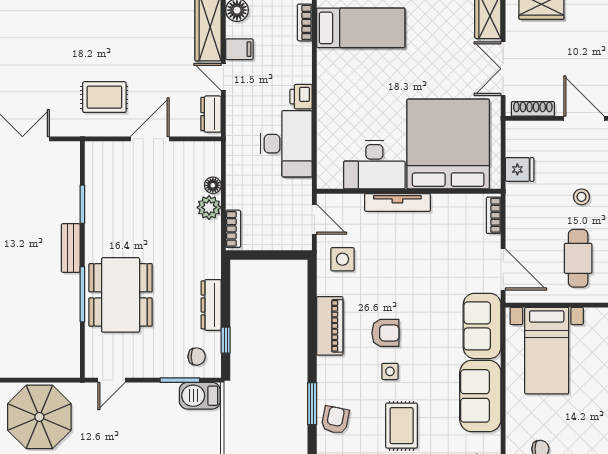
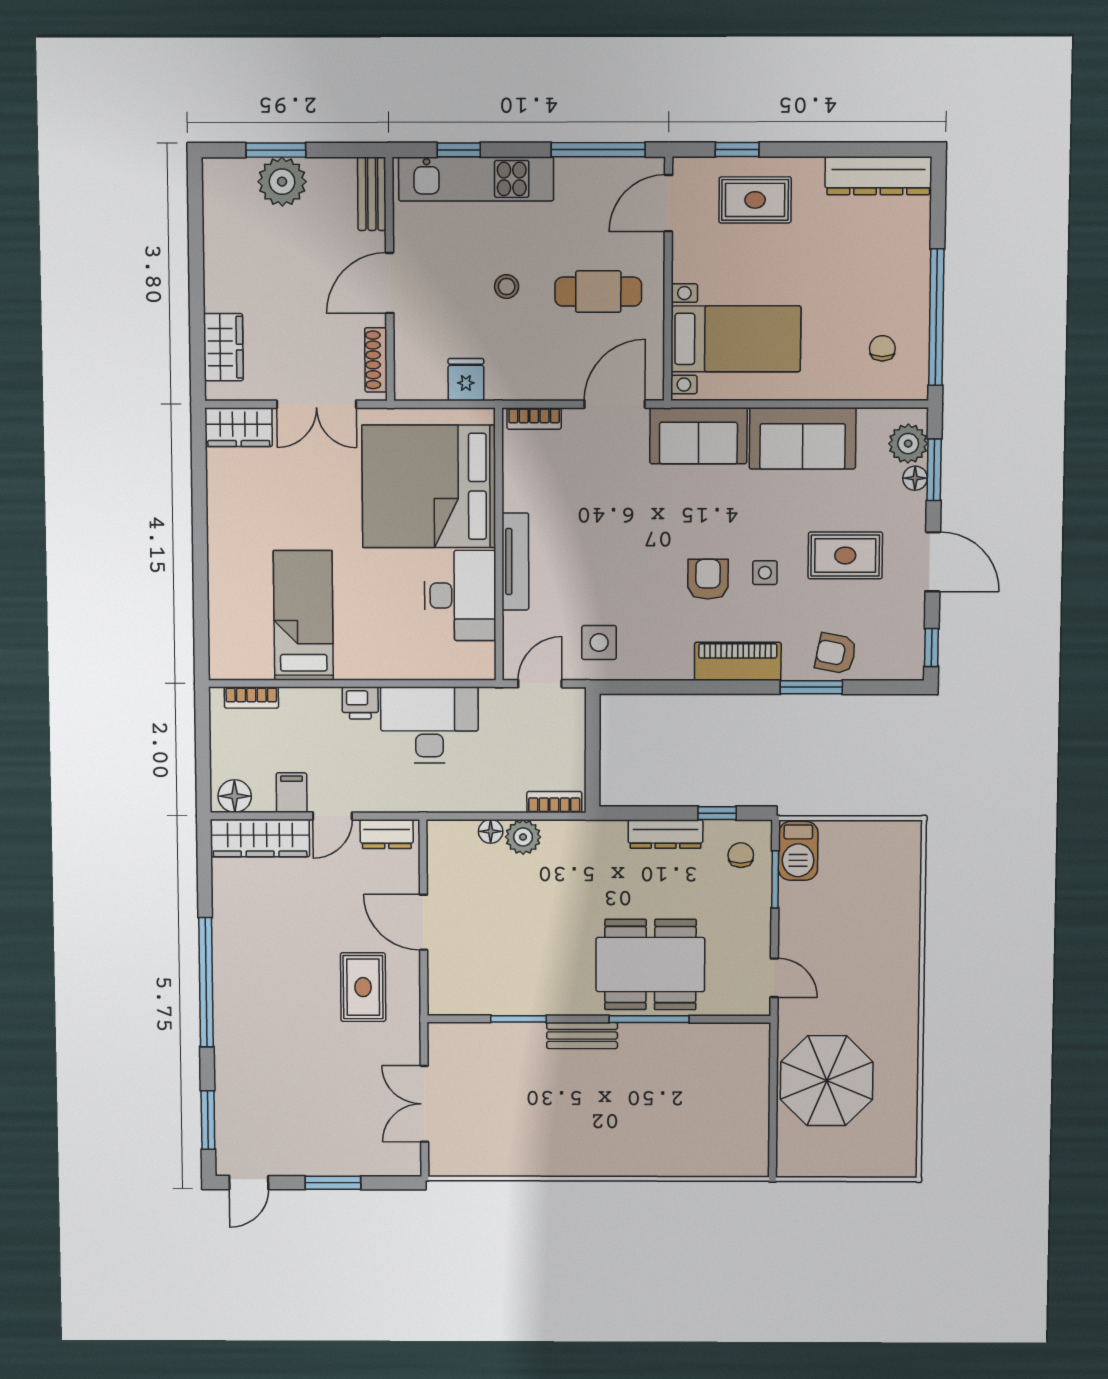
bed: (361, 28) -> (303, 615), moved
piano: (330, 326) -> (738, 661), moved

